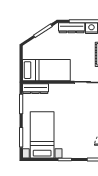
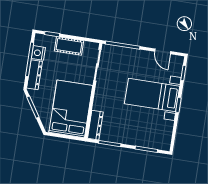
bed: (46, 70) -> (71, 109), width x1.50
bed with nightstands: (42, 135) -> (152, 95), moved

